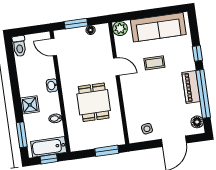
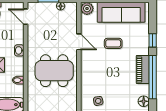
dining table: (94, 102) -> (54, 71), width x1.38

